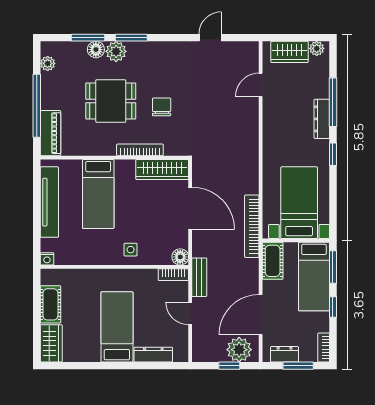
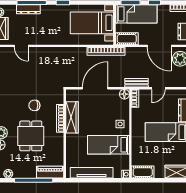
dresser: (322, 119) -> (28, 9), moved
wardrobe: (162, 169) -> (72, 117), moved
bed: (98, 194) -> (109, 145), moved, turned 180
cot: (50, 304) -> (143, 172), moved

